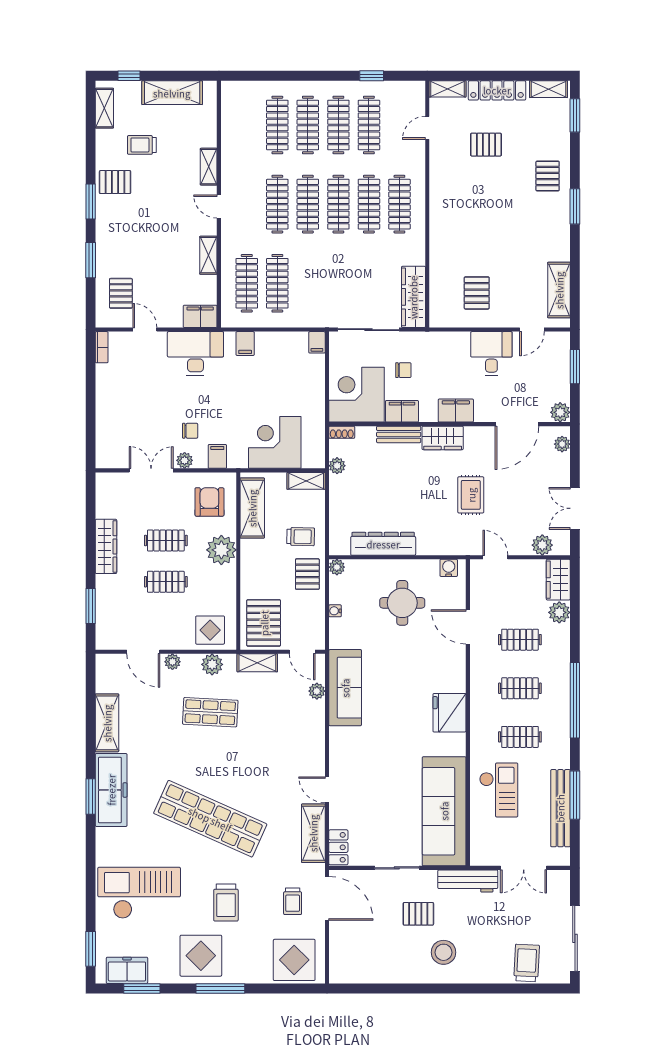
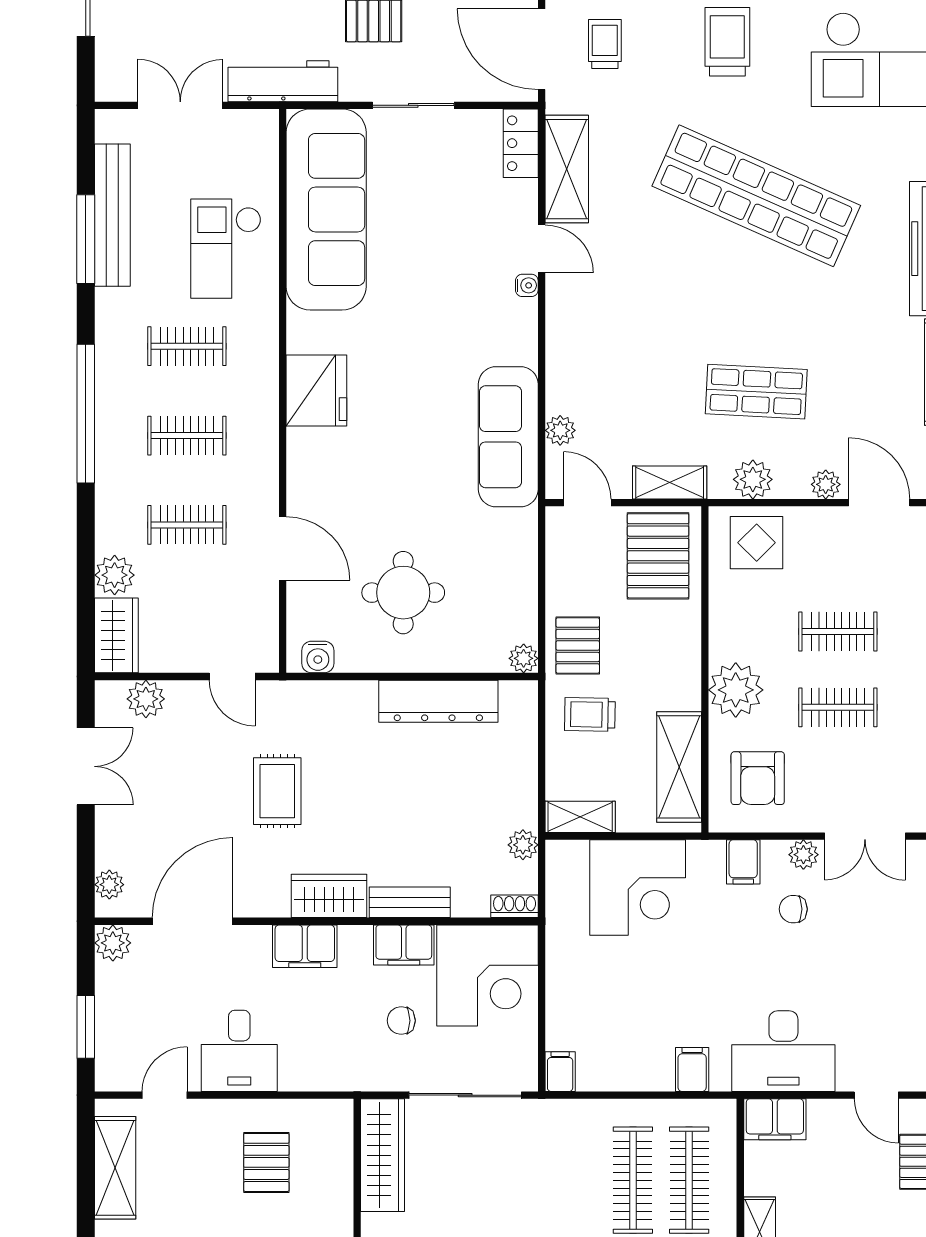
water cooler: (335, 611) -> (527, 285), moved

